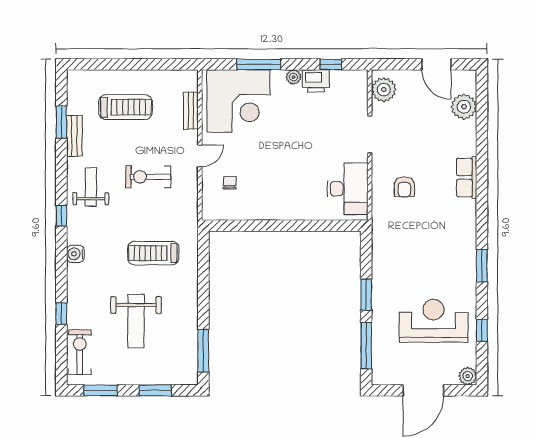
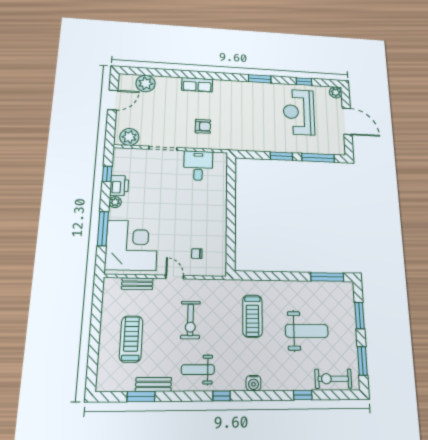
desk: (348, 189) -> (198, 166), width x0.73

